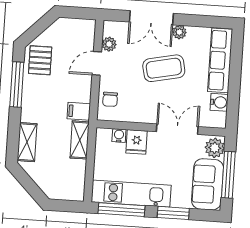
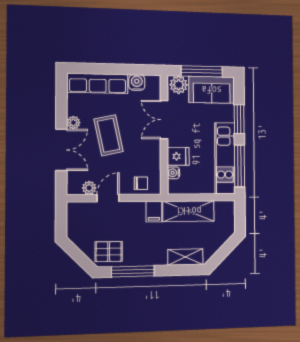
door: (97, 63) -> (108, 198), swing flipped
shelving: (80, 140) -> (189, 211), width x1.50, depth x1.33

